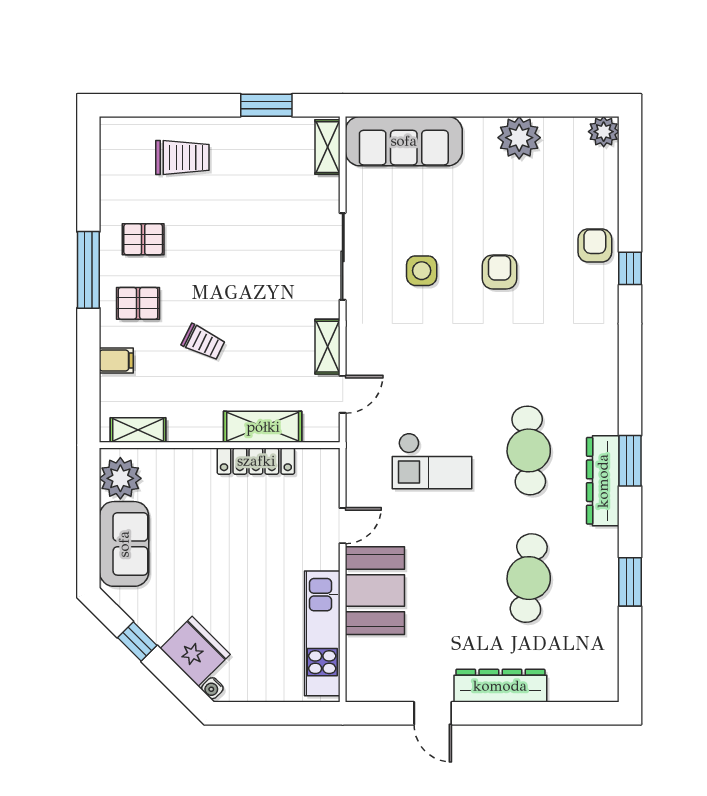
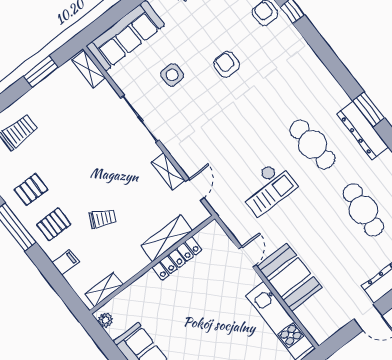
side table: (422, 271) -> (172, 75), moved
plant: (120, 478) -> (105, 320), width x0.53, depth x0.53

